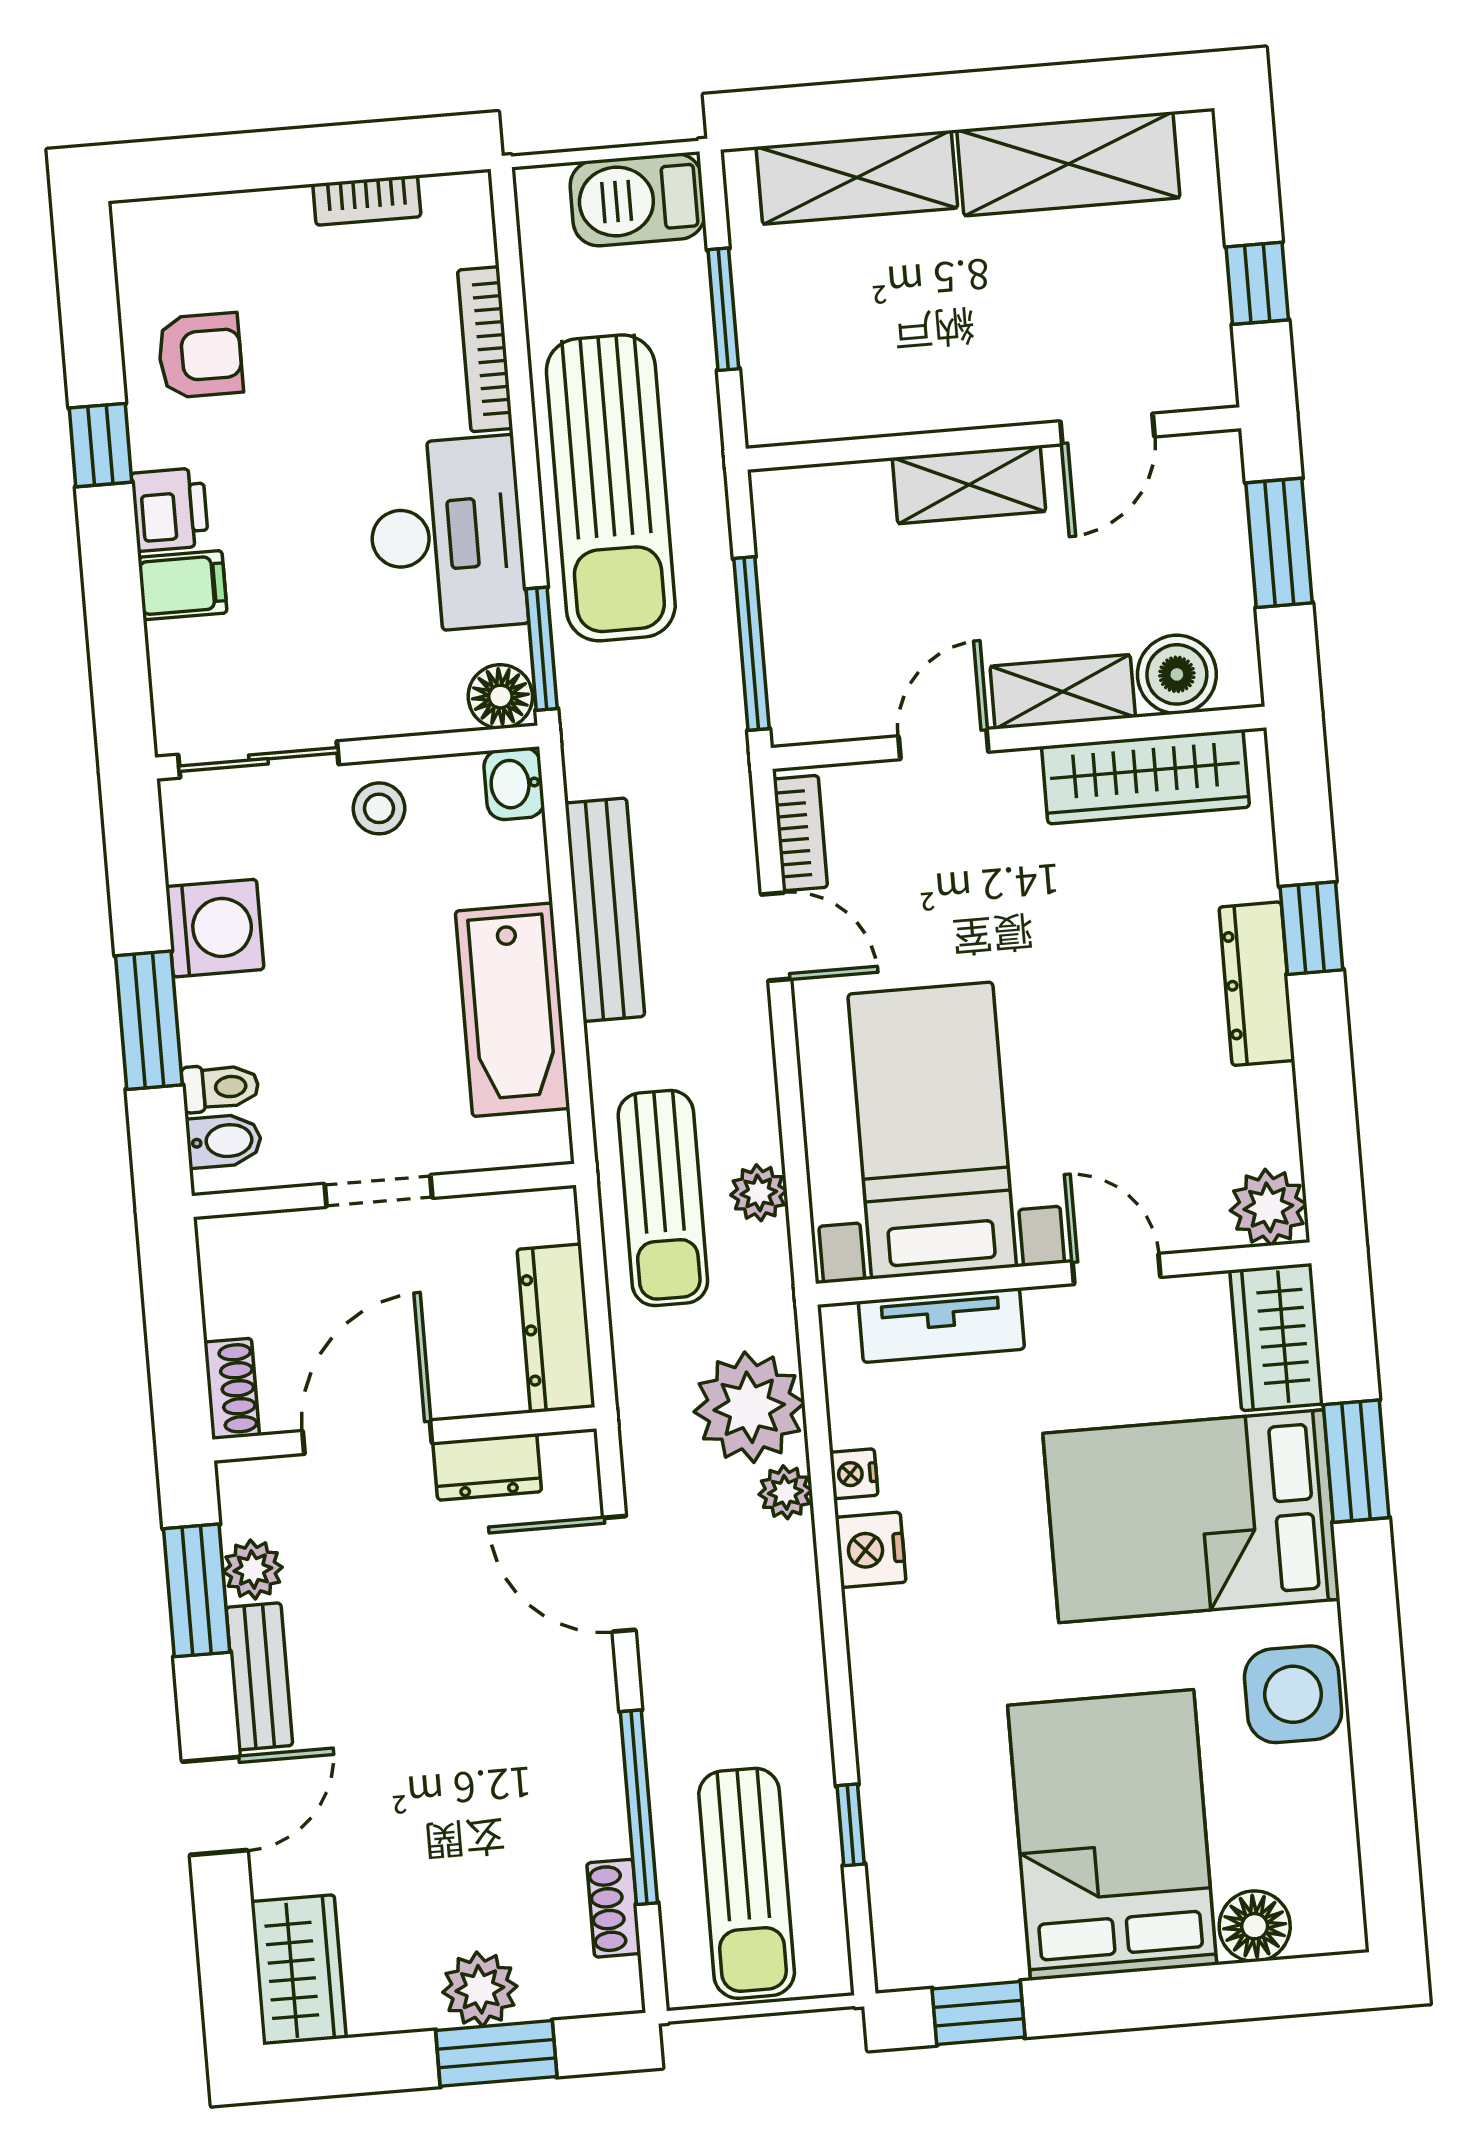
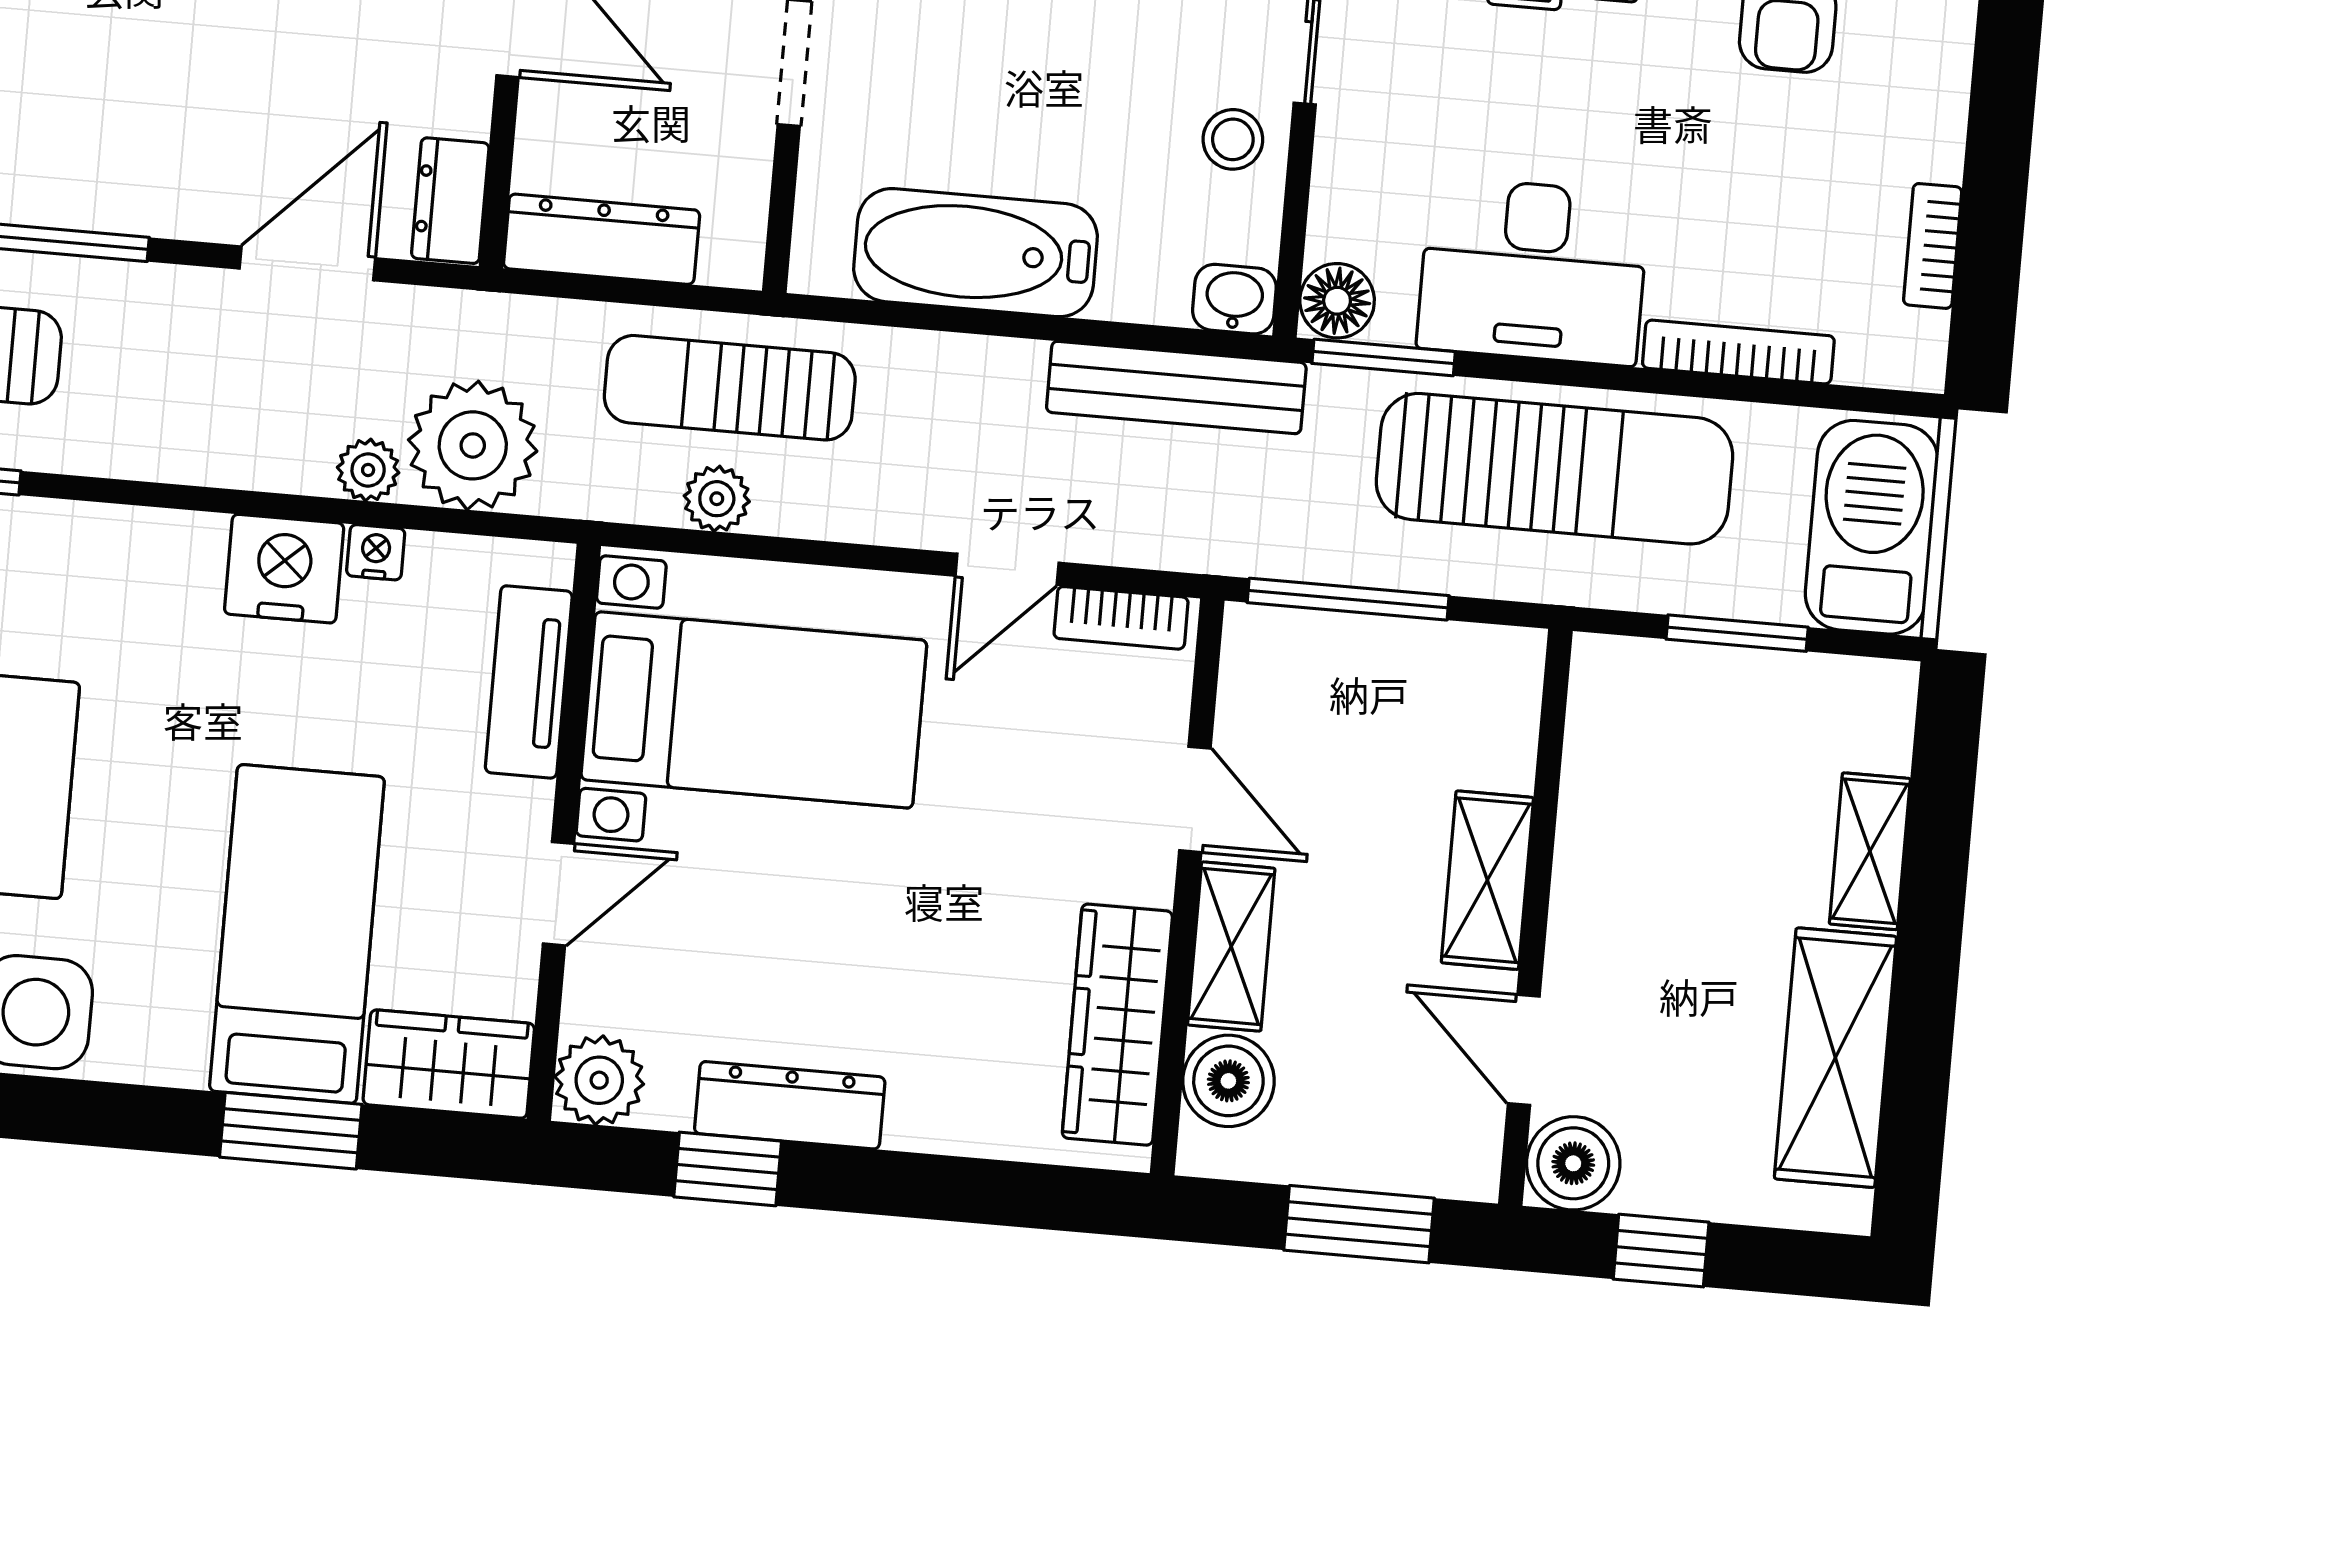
shelving: (857, 177) -> (1870, 851), width x0.67, depth x0.75
barbecue: (637, 200) -> (1872, 527), width x1.37, depth x1.21
boiler: (1196, 370) -> (1573, 1163), added
sun lounger: (611, 488) -> (1554, 469), turned 180
bench: (605, 910) -> (1176, 387), moved
window: (1311, 928) -> (728, 1169), moved
dresser: (1257, 984) -> (790, 1105), moved
dresser: (487, 1467) -> (450, 201), moved
bed: (1191, 1516) -> (297, 934), width x0.67
nightstand: (871, 1550) -> (284, 569), width x1.36, depth x1.33

